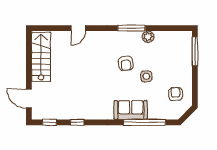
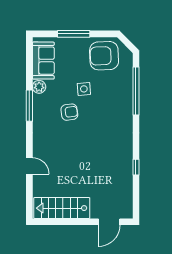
window: (195, 51) -> (74, 34), moved
armchair: (176, 94) -> (104, 56), width x1.88, depth x1.88
sofa: (131, 110) -> (43, 61), moved, turned 180
window: (50, 122) -> (136, 198), removed

